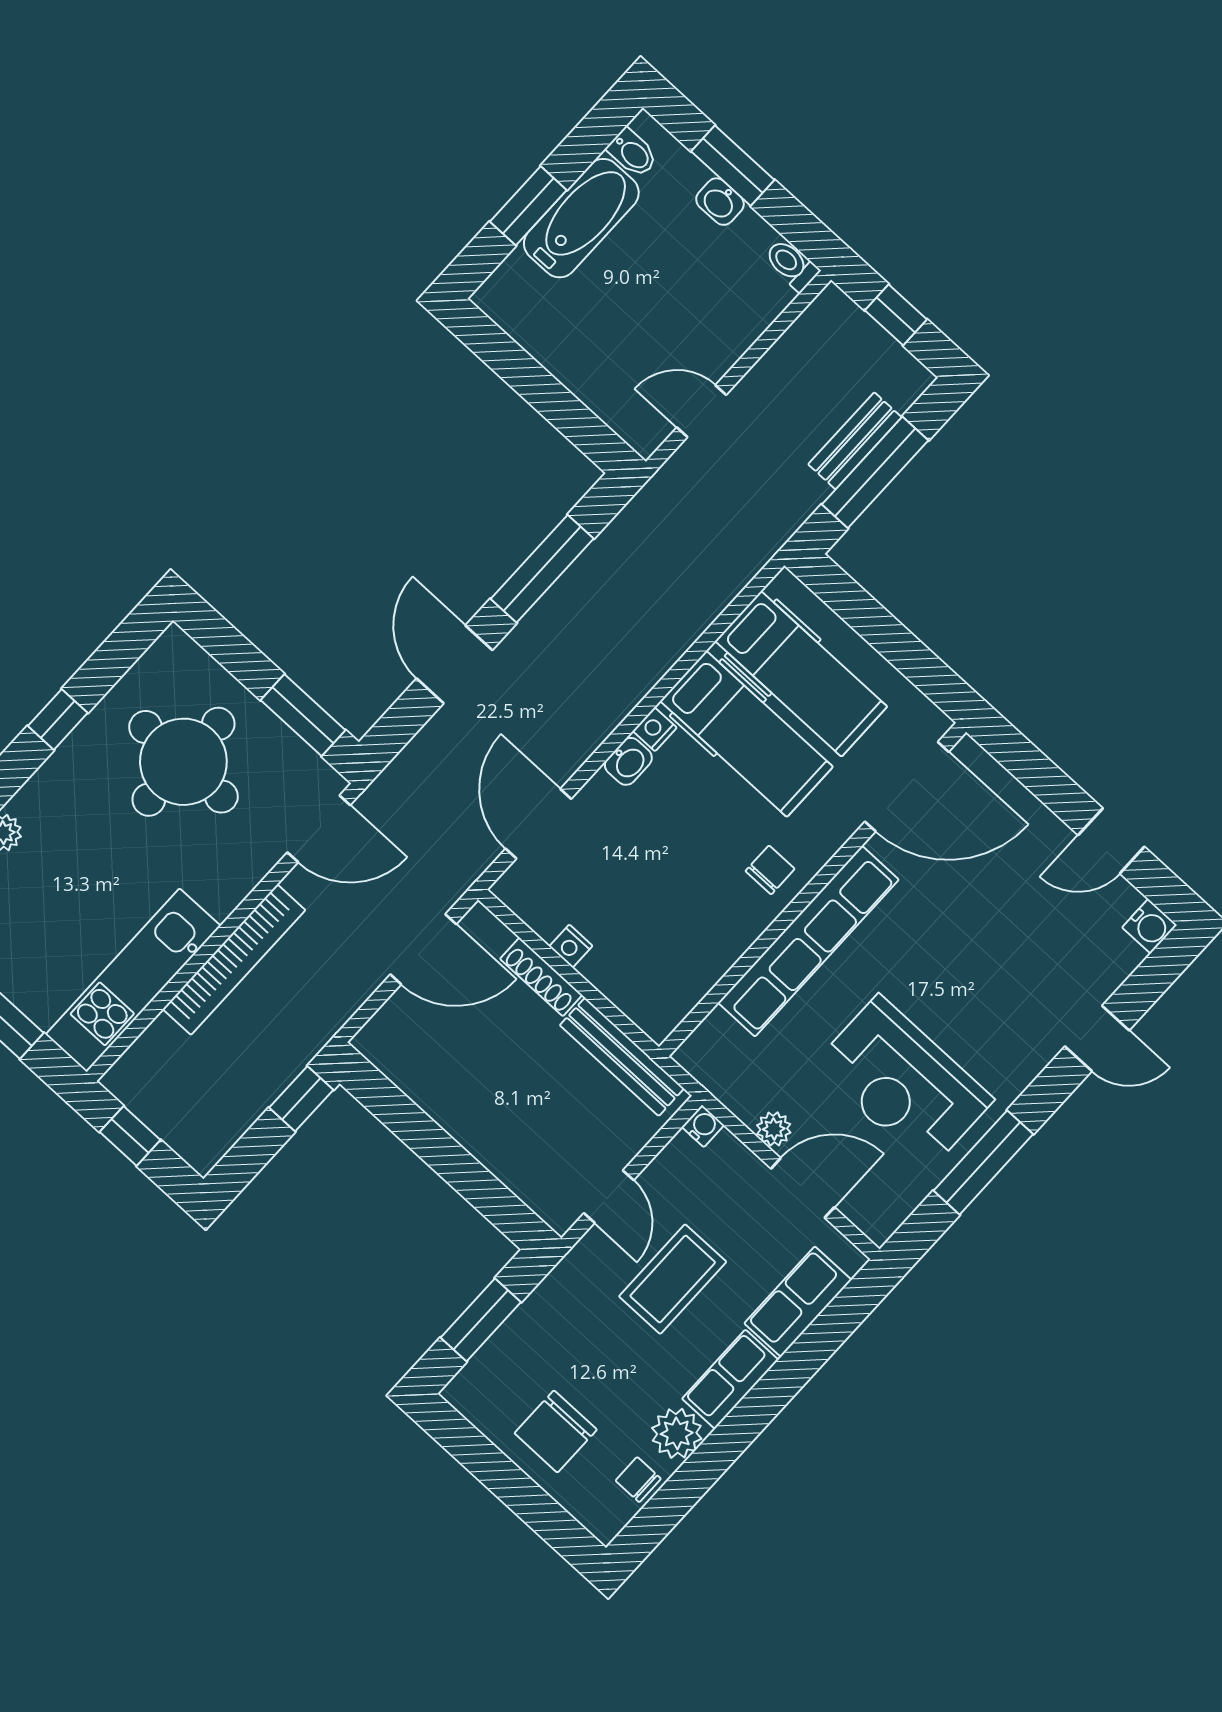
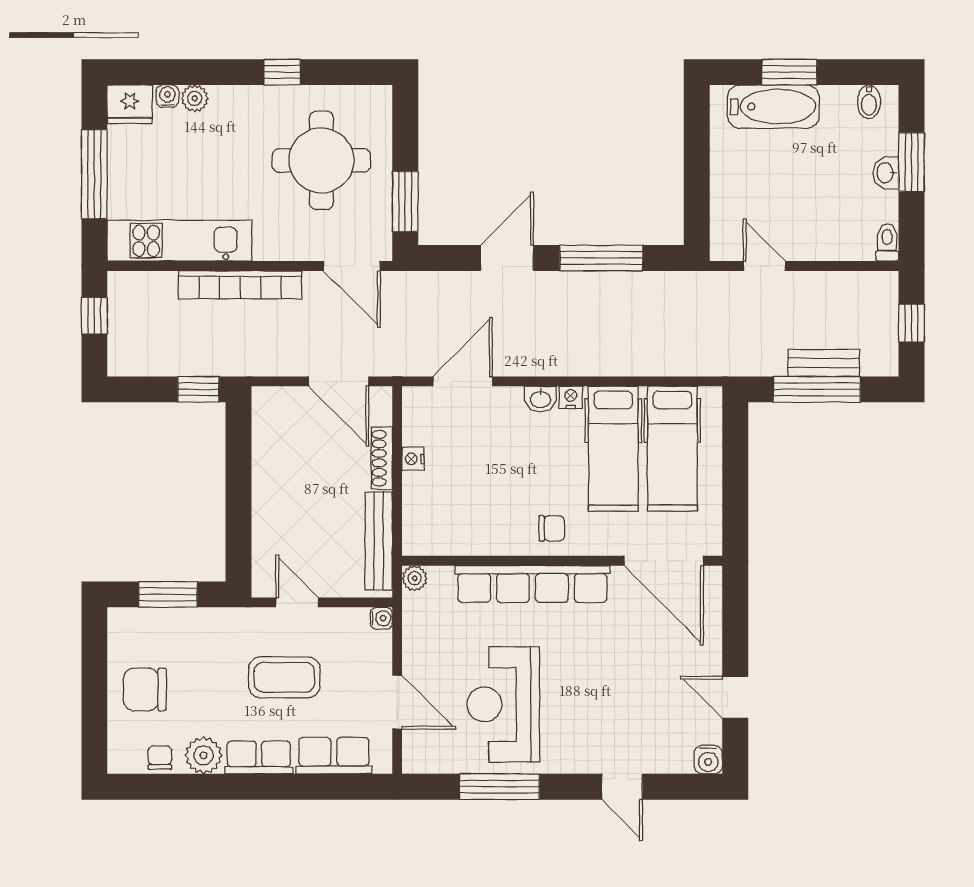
bathtub: (581, 218) -> (773, 107), moved
plant: (774, 1129) -> (415, 578), moved
door: (609, 1197) -> (297, 602), swing flipped

